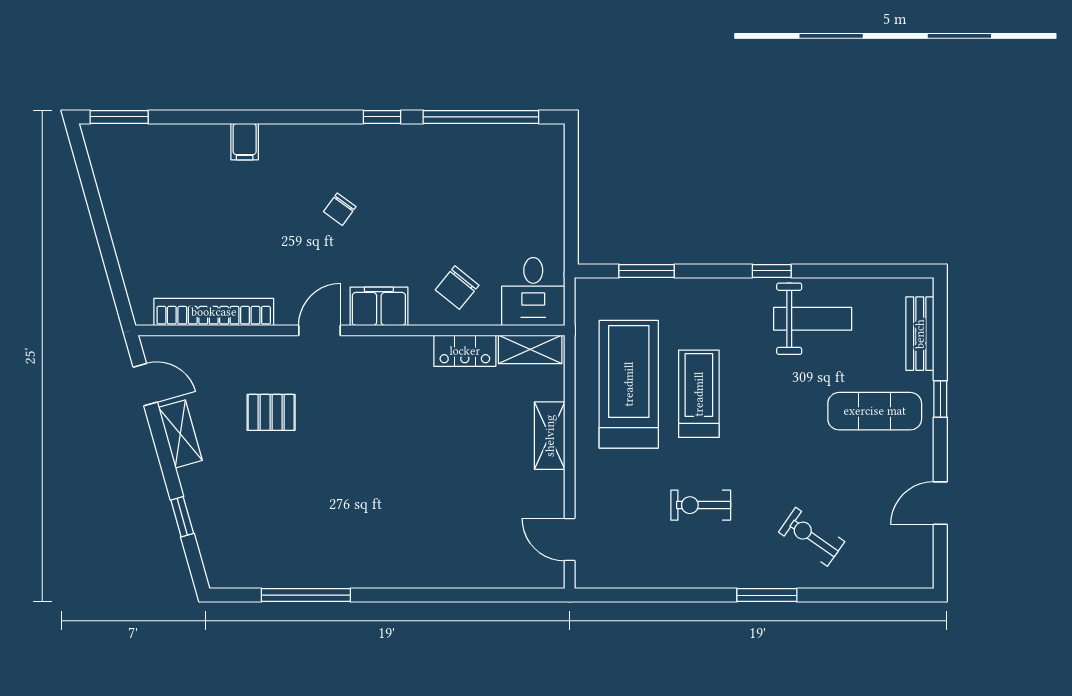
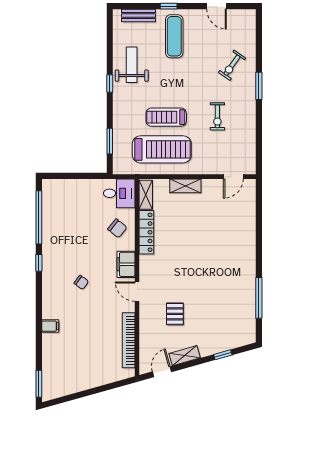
locker: (465, 351) -> (146, 232), width x1.53
treadmill: (629, 384) -> (162, 149), turned 180

